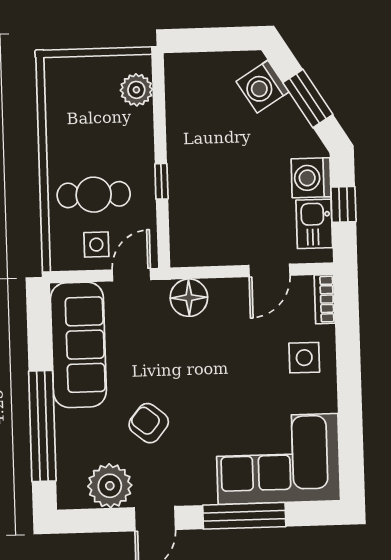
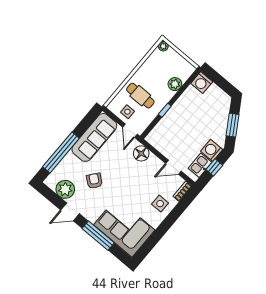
plant: (55, 68) -> (163, 46), added
washing machine: (263, 87) -> (202, 83), moved, turned -58
plant: (136, 90) -> (175, 84), moved
door: (131, 275) -> (130, 131), swing flipped

